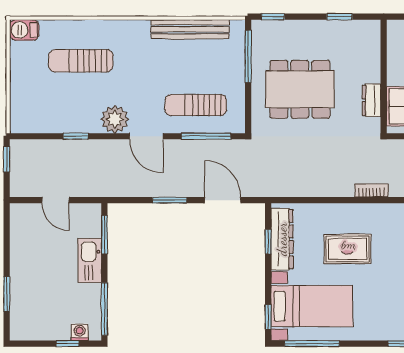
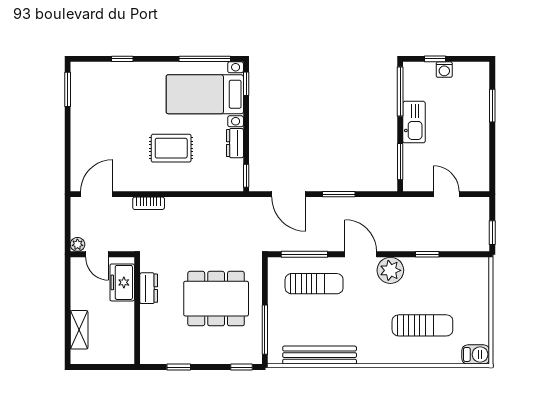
dresser: (282, 239) -> (235, 143), width x0.51, depth x0.80
window: (268, 242) -> (246, 176), moved
kitchen sink: (90, 261) -> (414, 122), moved
washing machine: (80, 332) -> (444, 70), moved

